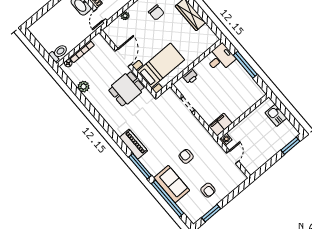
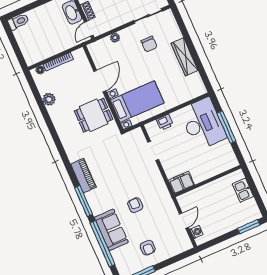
toilet: (59, 53) -> (18, 22), moved
desk: (220, 58) -> (203, 124), width x1.87, depth x1.30
washing machine: (226, 139) -> (196, 232), moved

